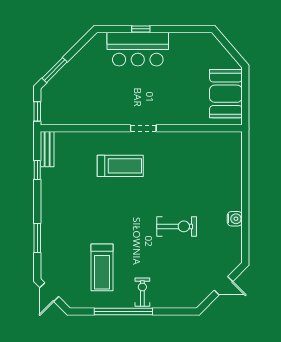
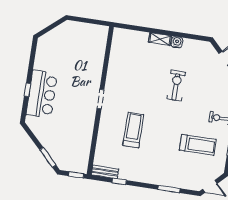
booth: (226, 94) -> (84, 35), removed
treadmill: (120, 166) -> (133, 130), moved
shelving: (236, 196) -> (160, 39), added

